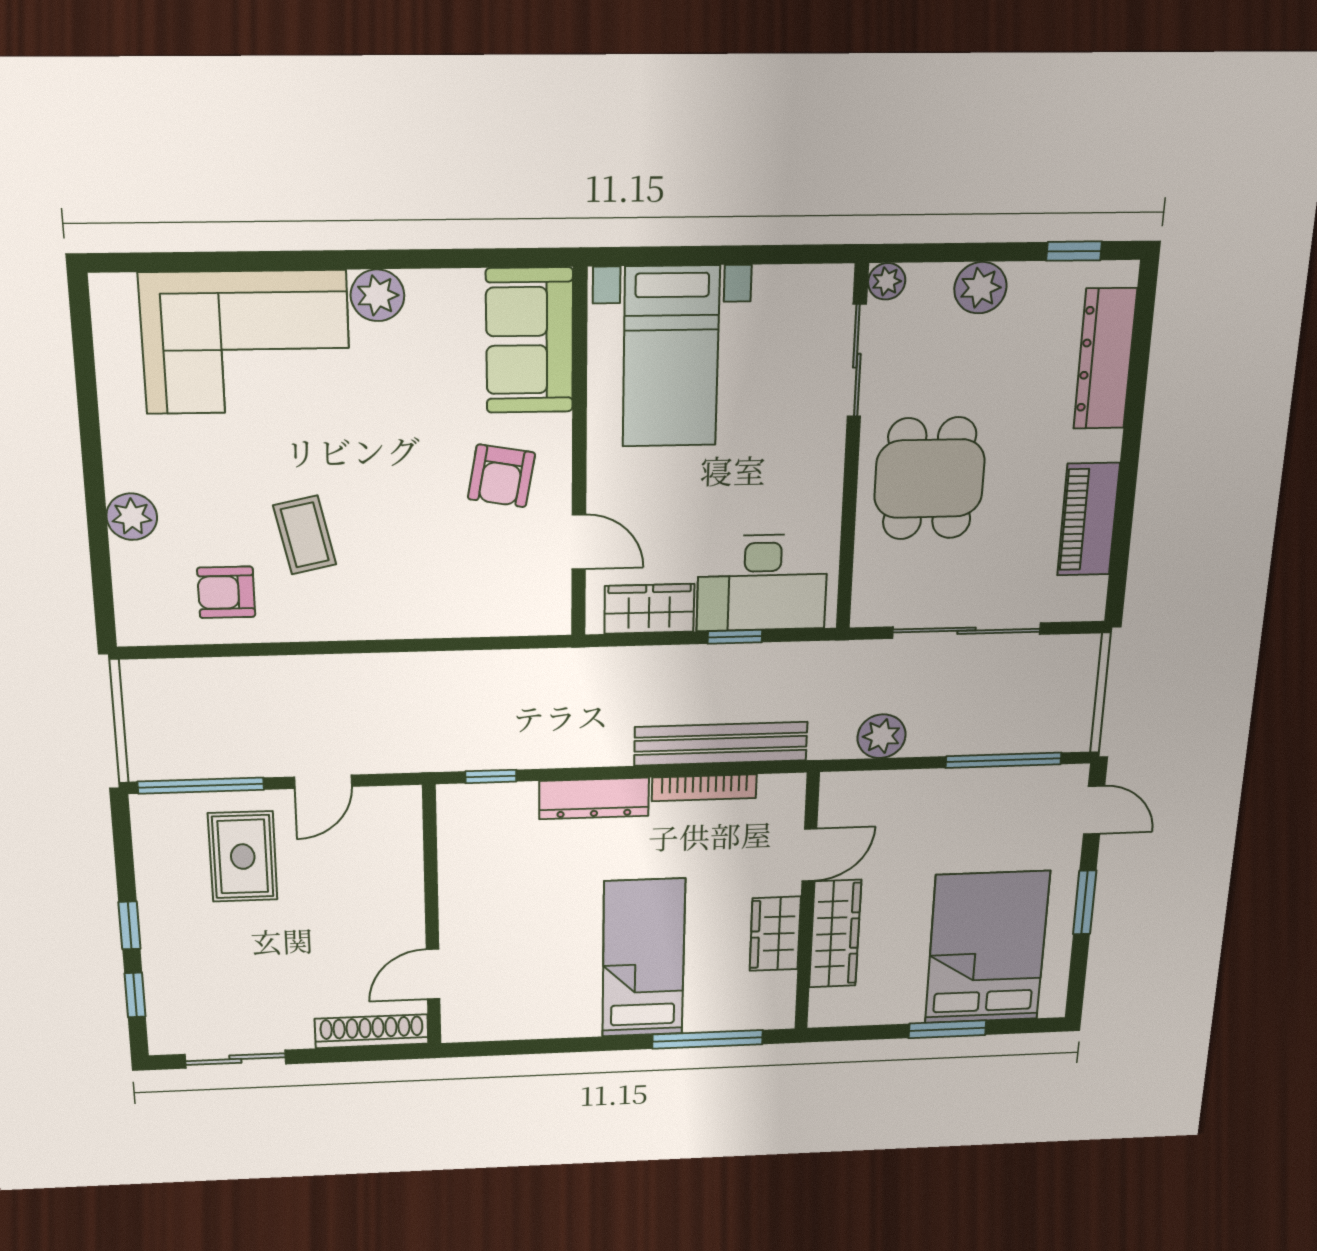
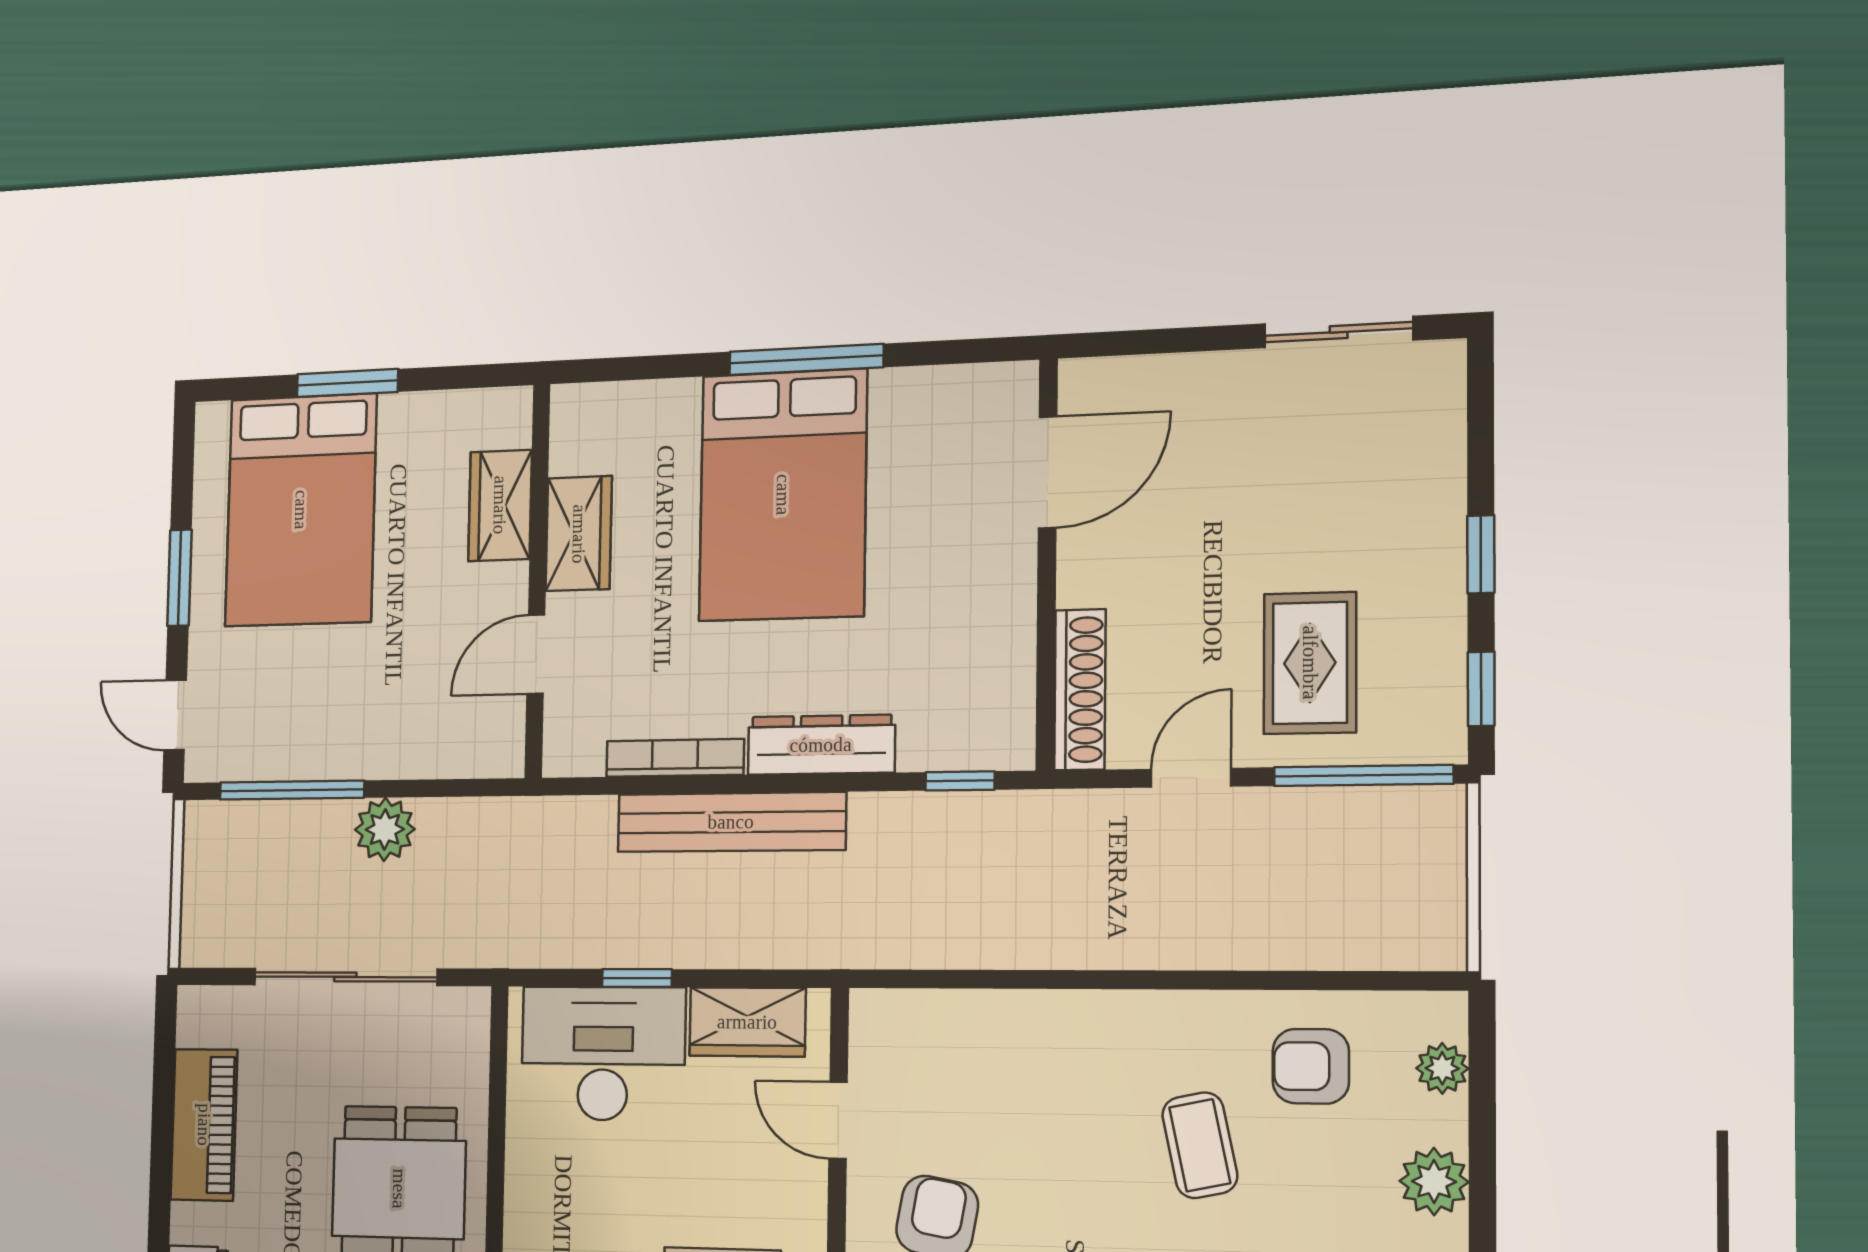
armchair: (226, 592) -> (1311, 1066), turned 180
plant: (131, 594) -> (1442, 1068), added
plant: (881, 736) -> (385, 829), moved
bench: (721, 744) -> (731, 822), moved
wardrobe: (835, 934) -> (500, 505), width x0.67
bed: (644, 958) -> (783, 495), width x1.50
door: (433, 974) -> (1048, 472), width x1.38
window: (135, 995) -> (1481, 689), moved
shoe rack: (372, 1031) -> (1080, 690), moved, turned -90
window: (708, 1039) -> (806, 359), moved

